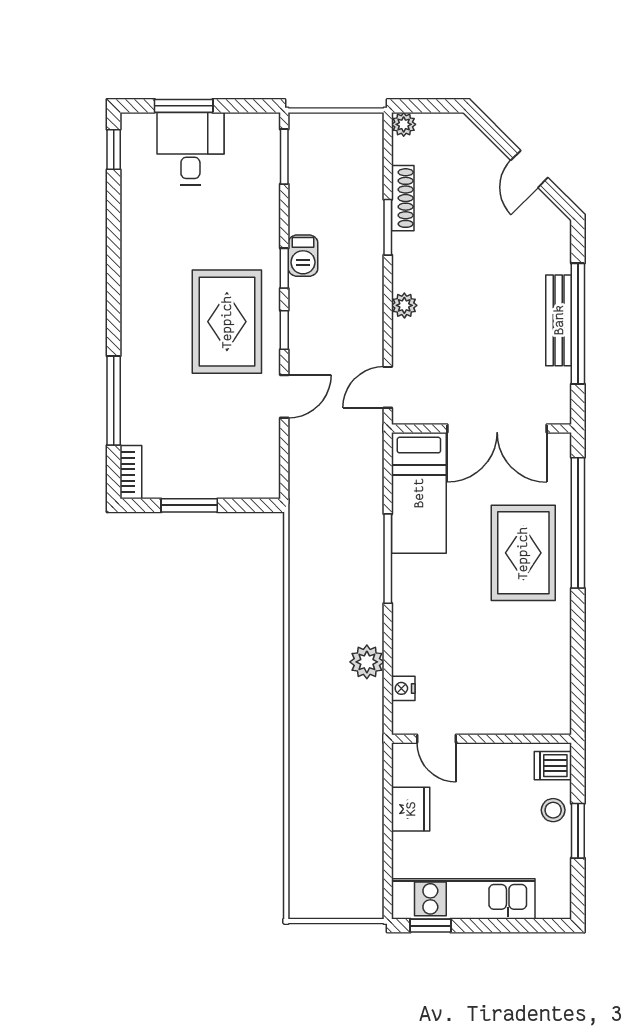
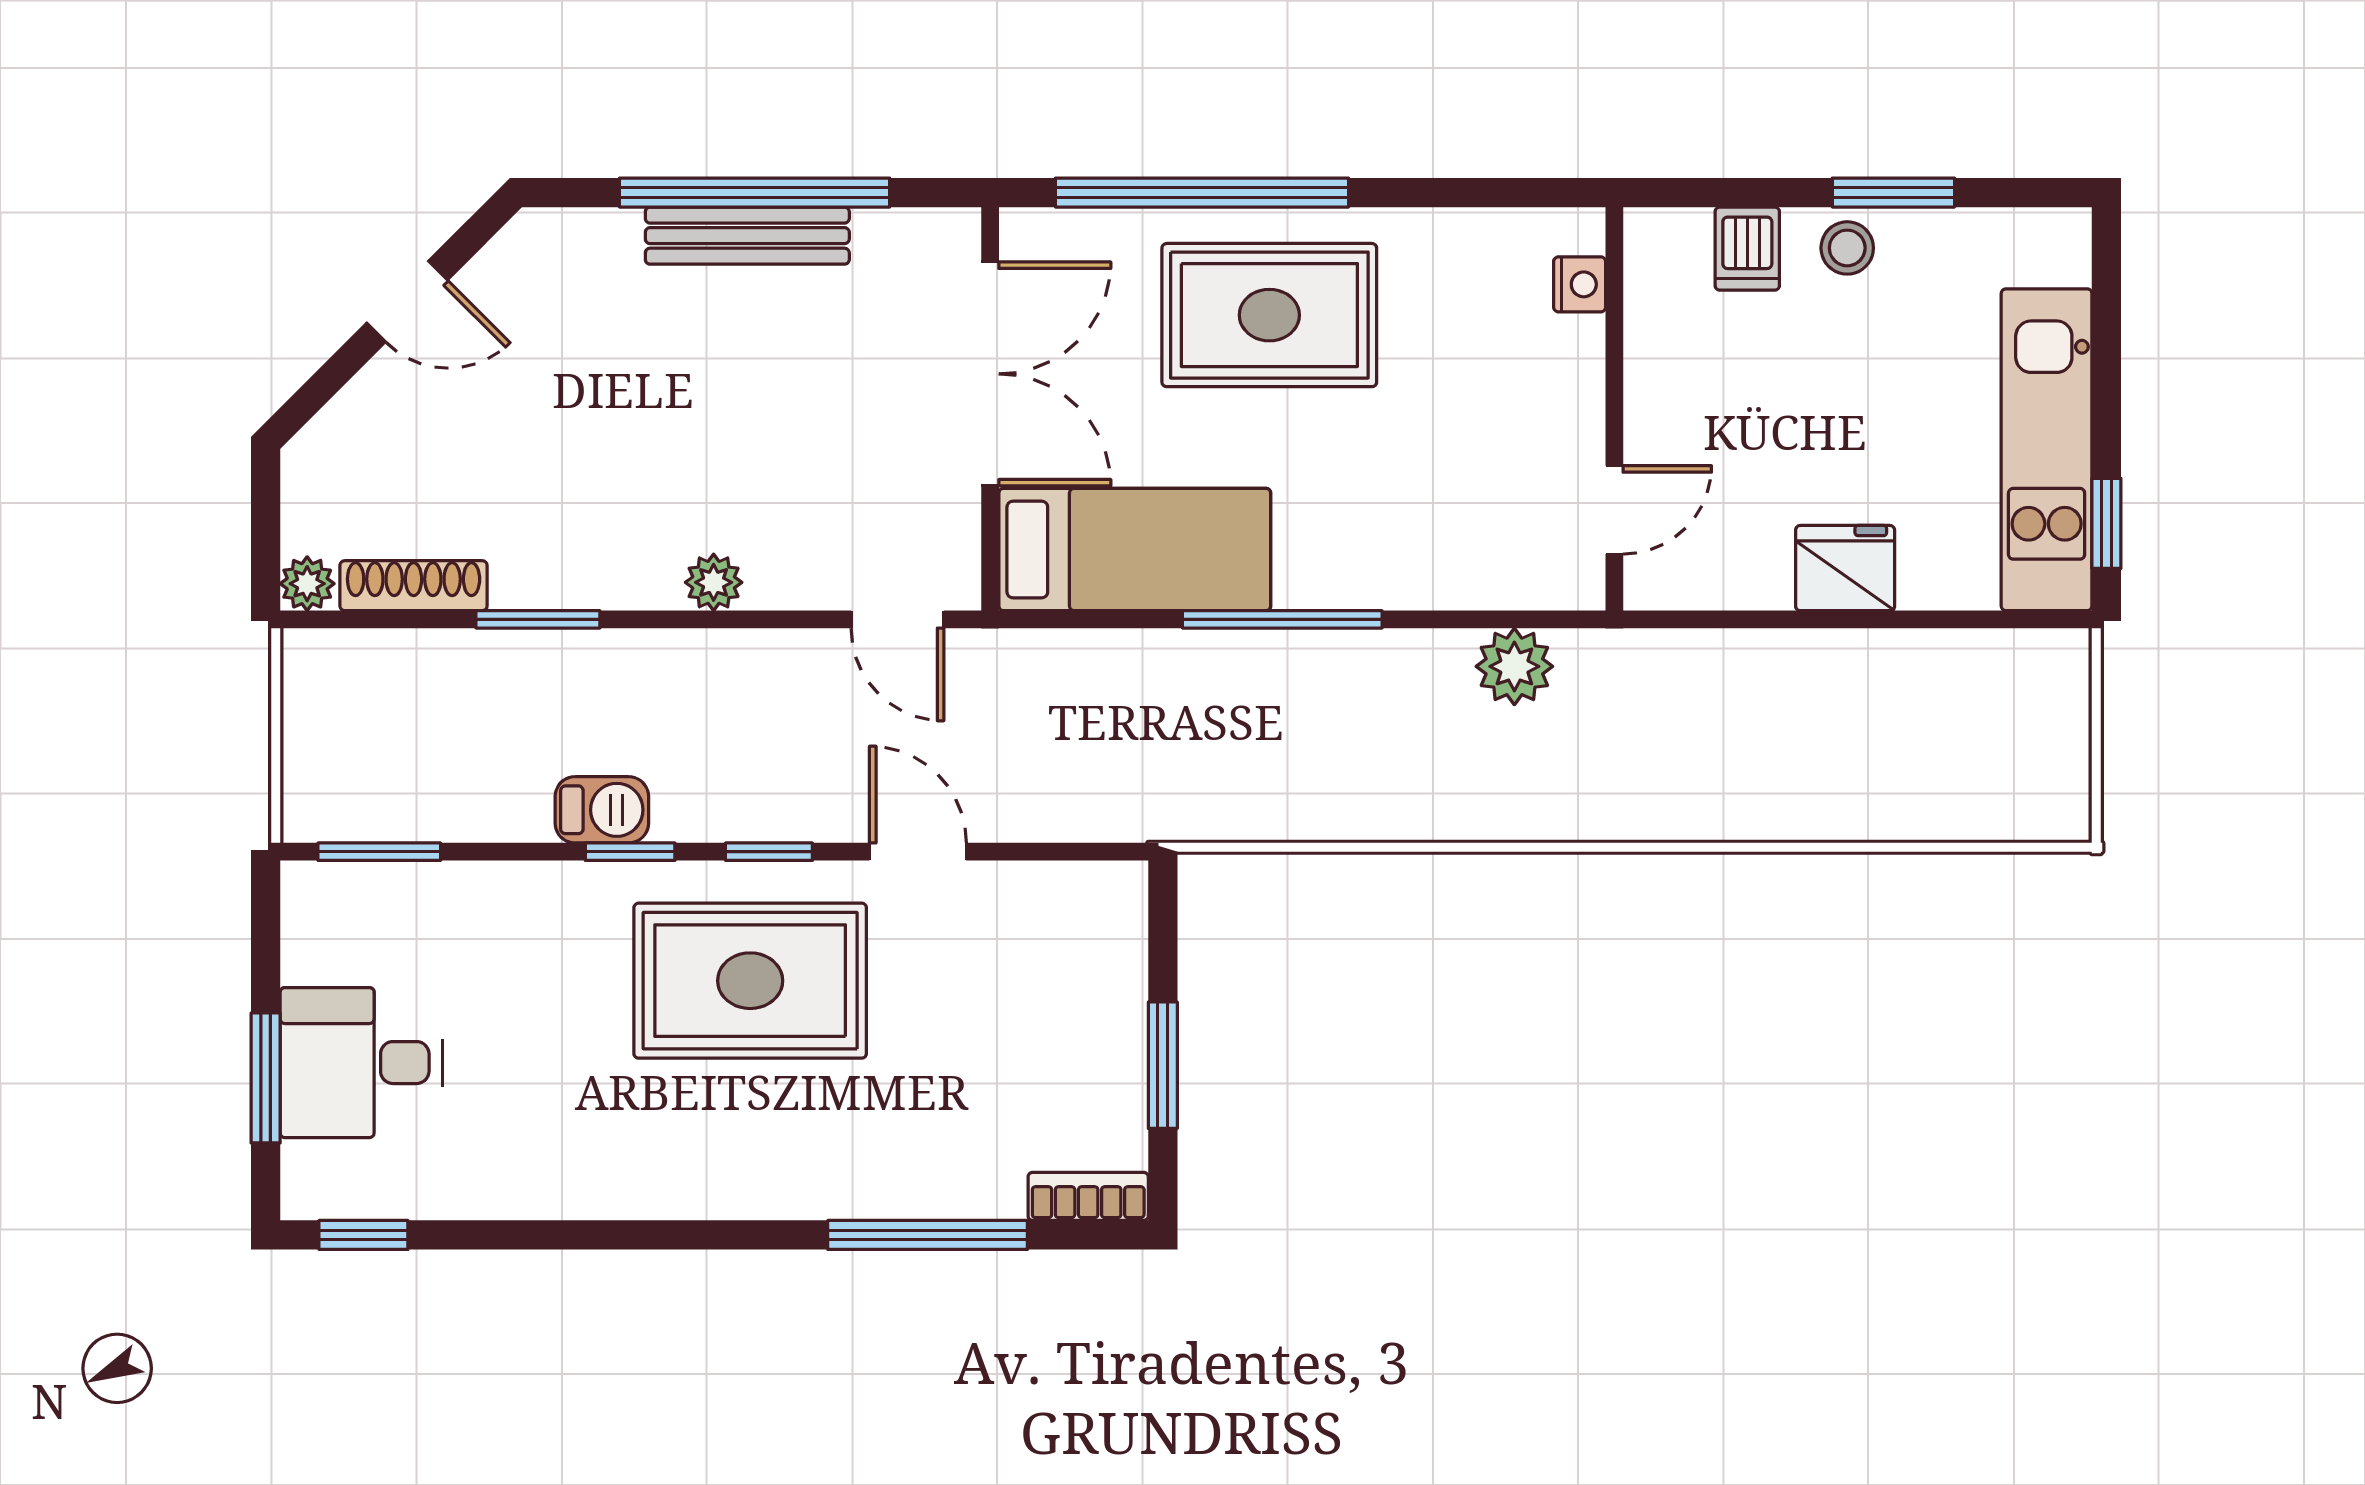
shoe rack: (403, 198) -> (414, 586), moved
nightstand: (403, 688) -> (1580, 284), moved, turned -90
door: (437, 739) -> (1614, 510), moved
wall: (481, 739) -> (1614, 409), moved

